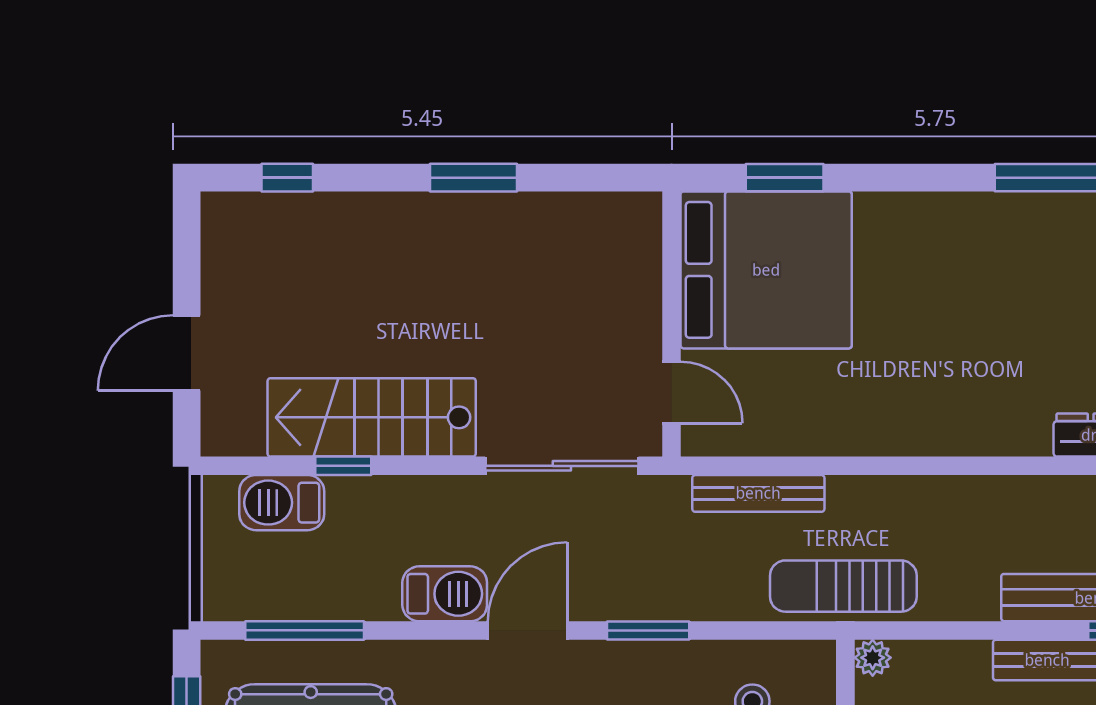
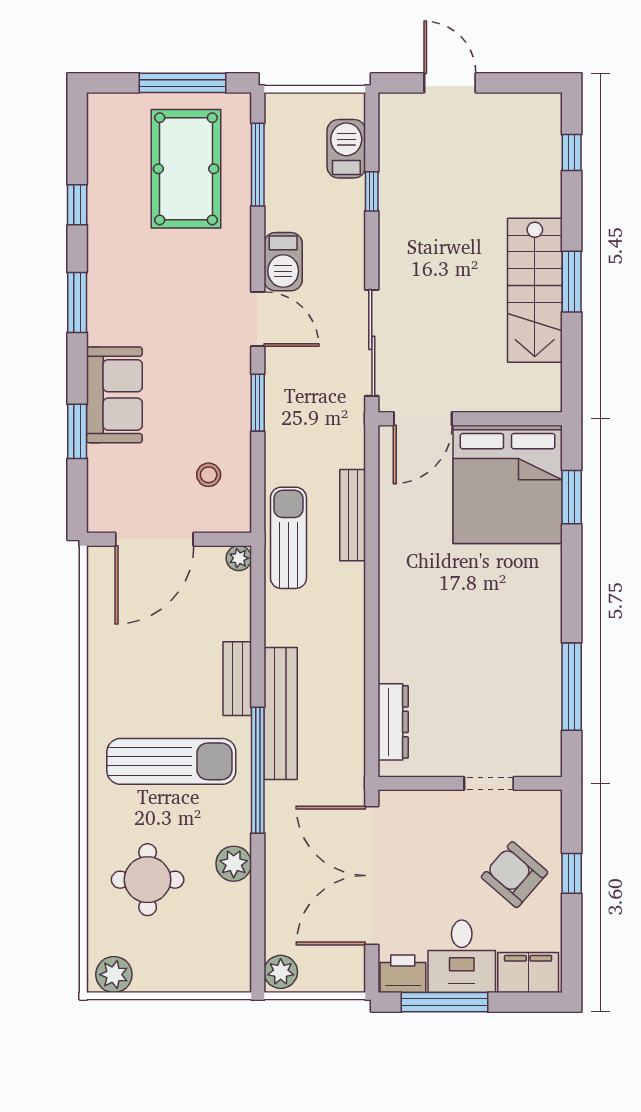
door: (672, 392) -> (423, 419), width x1.38
stairs: (372, 417) -> (535, 290), moved, turned 180
bench: (758, 493) -> (353, 515), moved

